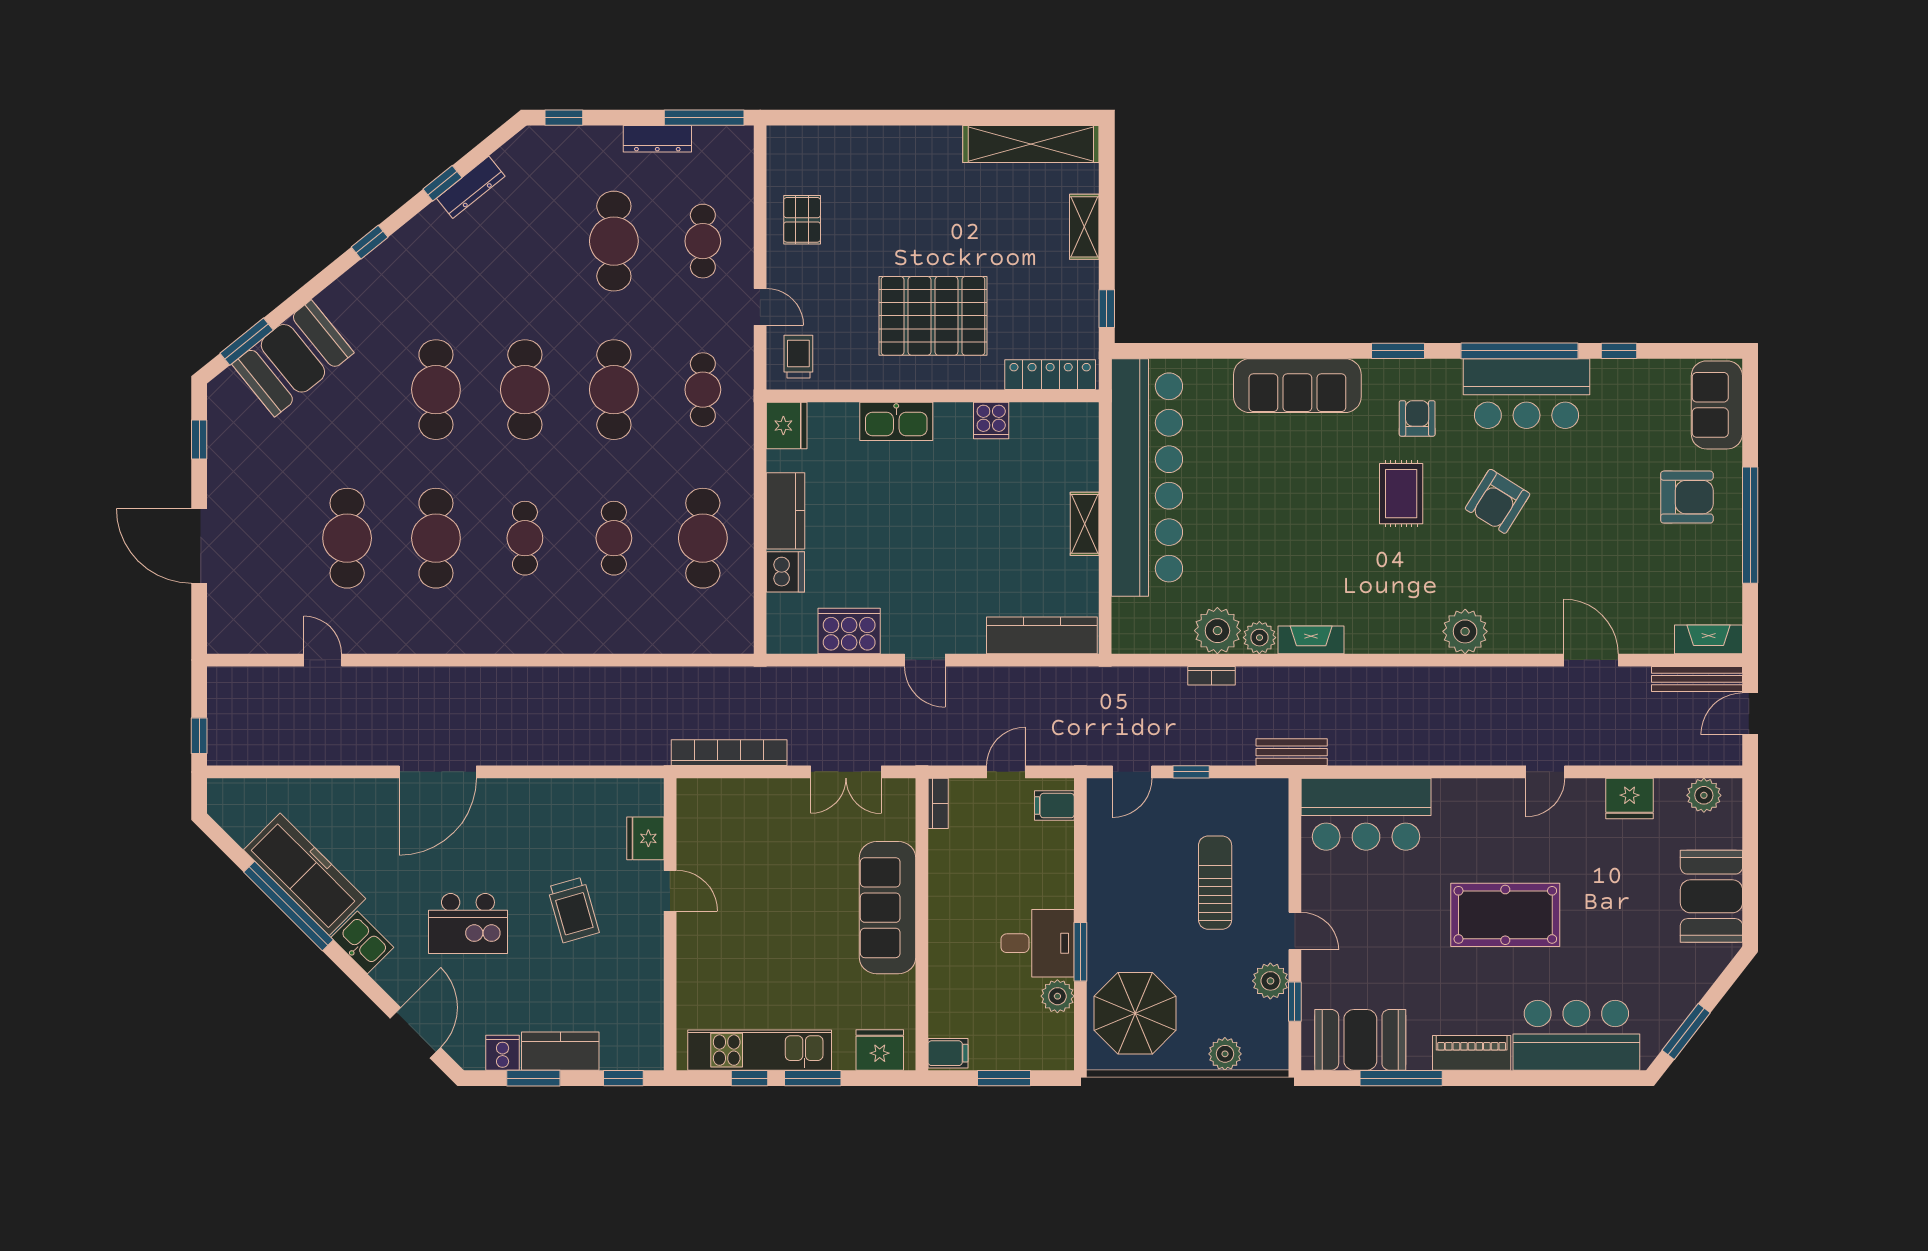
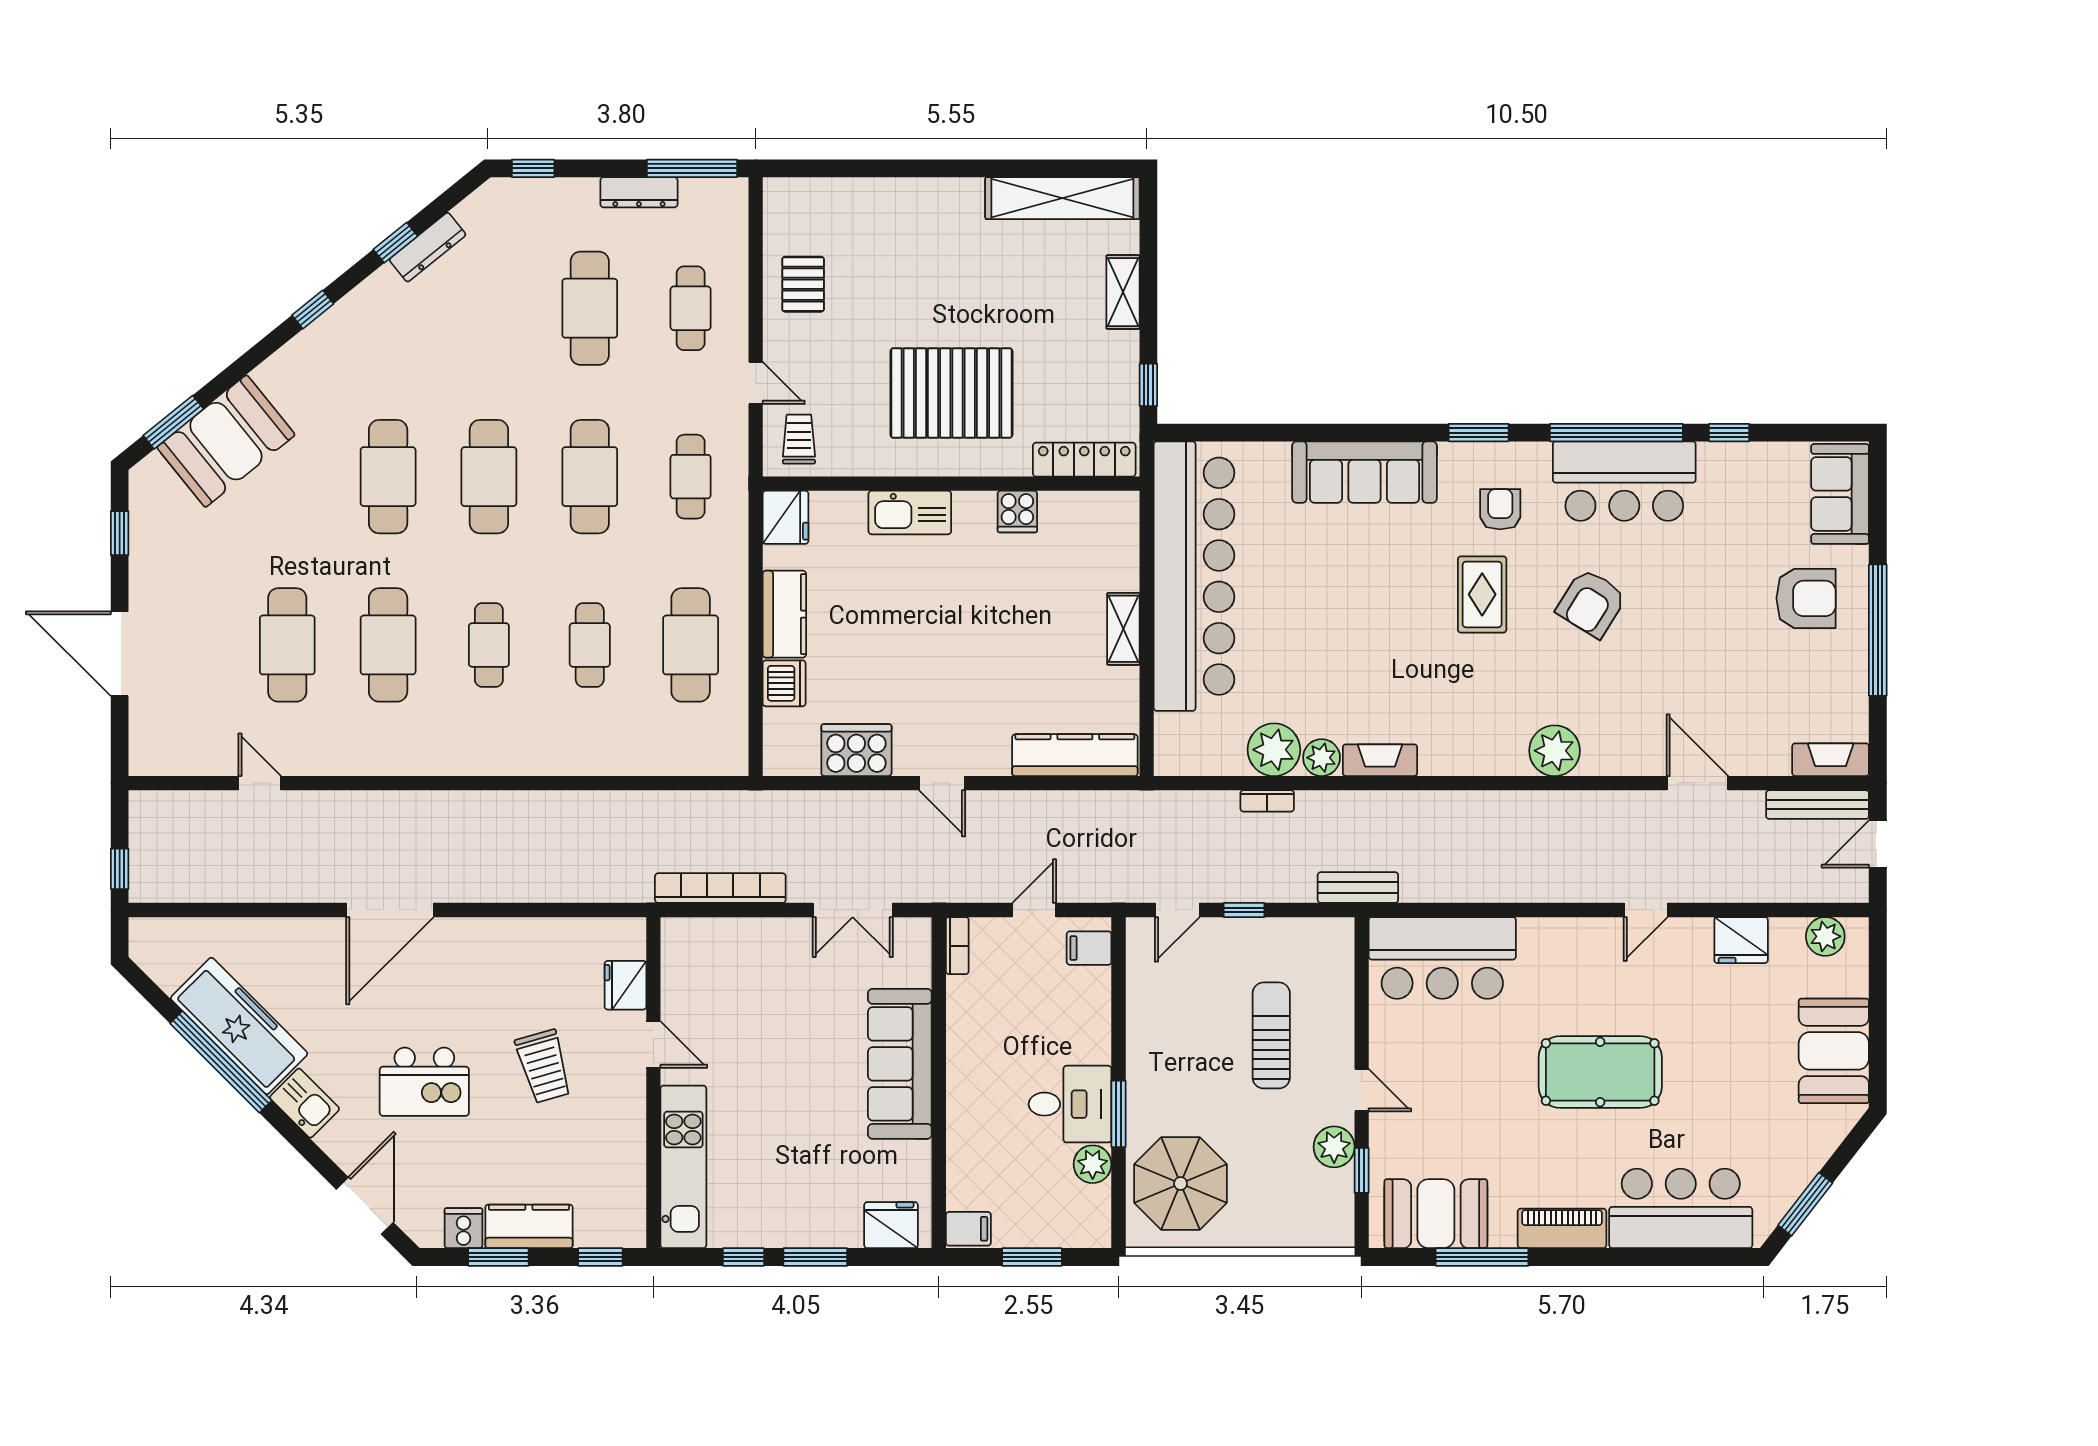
kitchen unit: (760, 1050) -> (683, 1167), moved, turned 90
plant: (1225, 1054) -> (1282, 1230), removed

